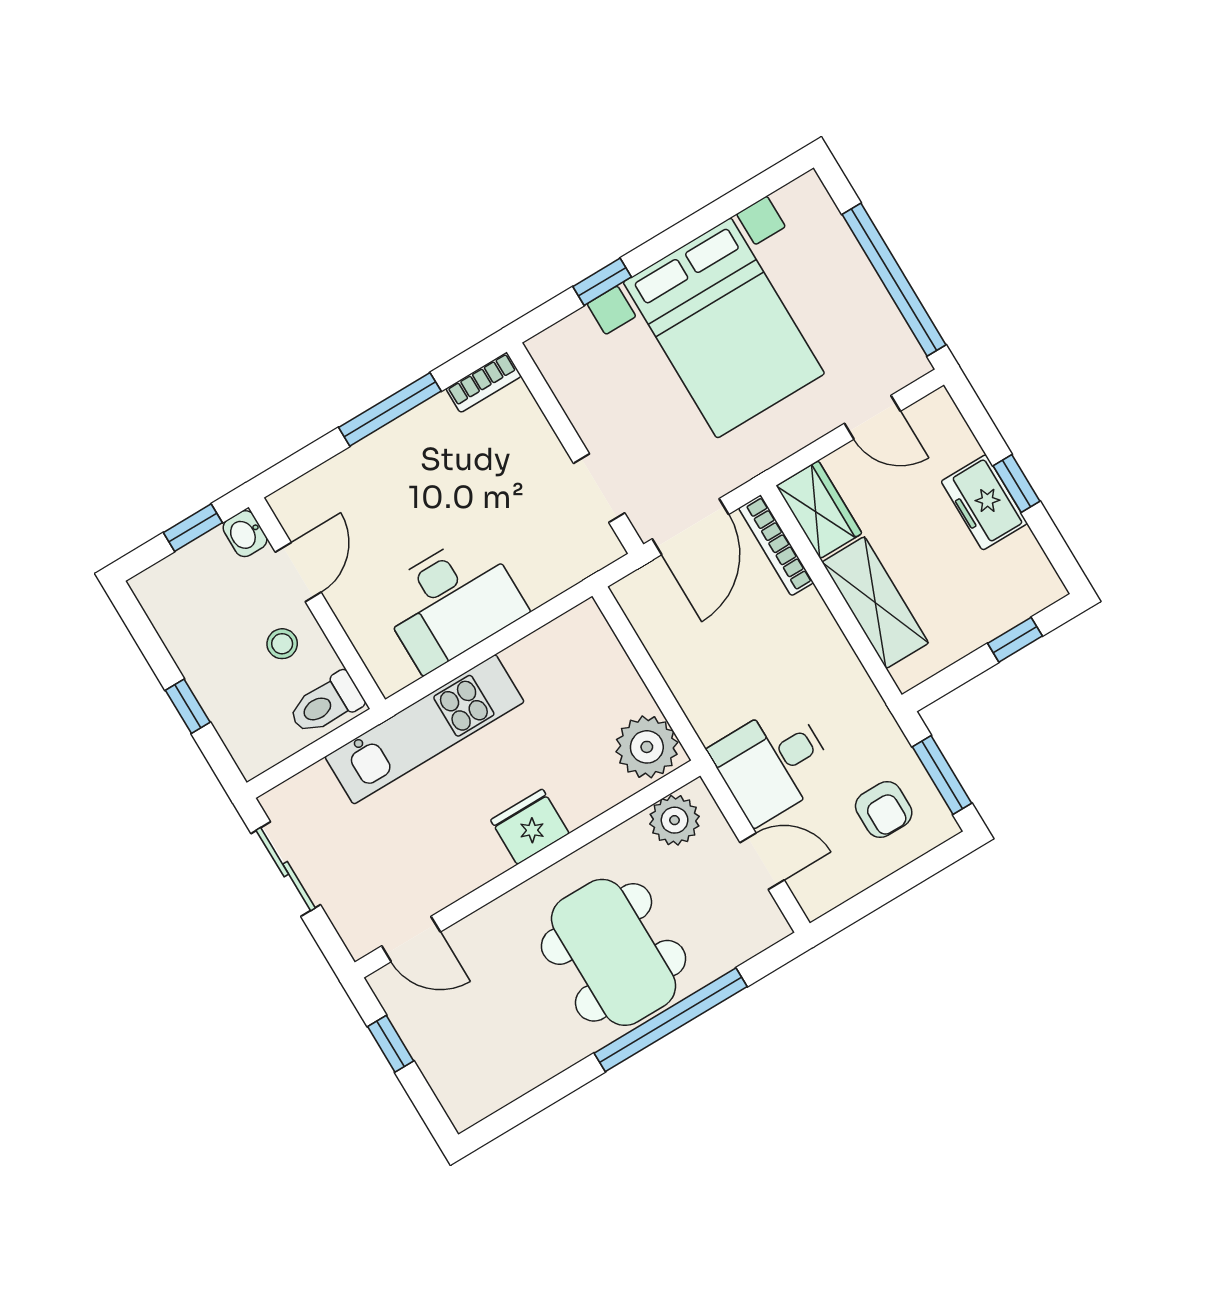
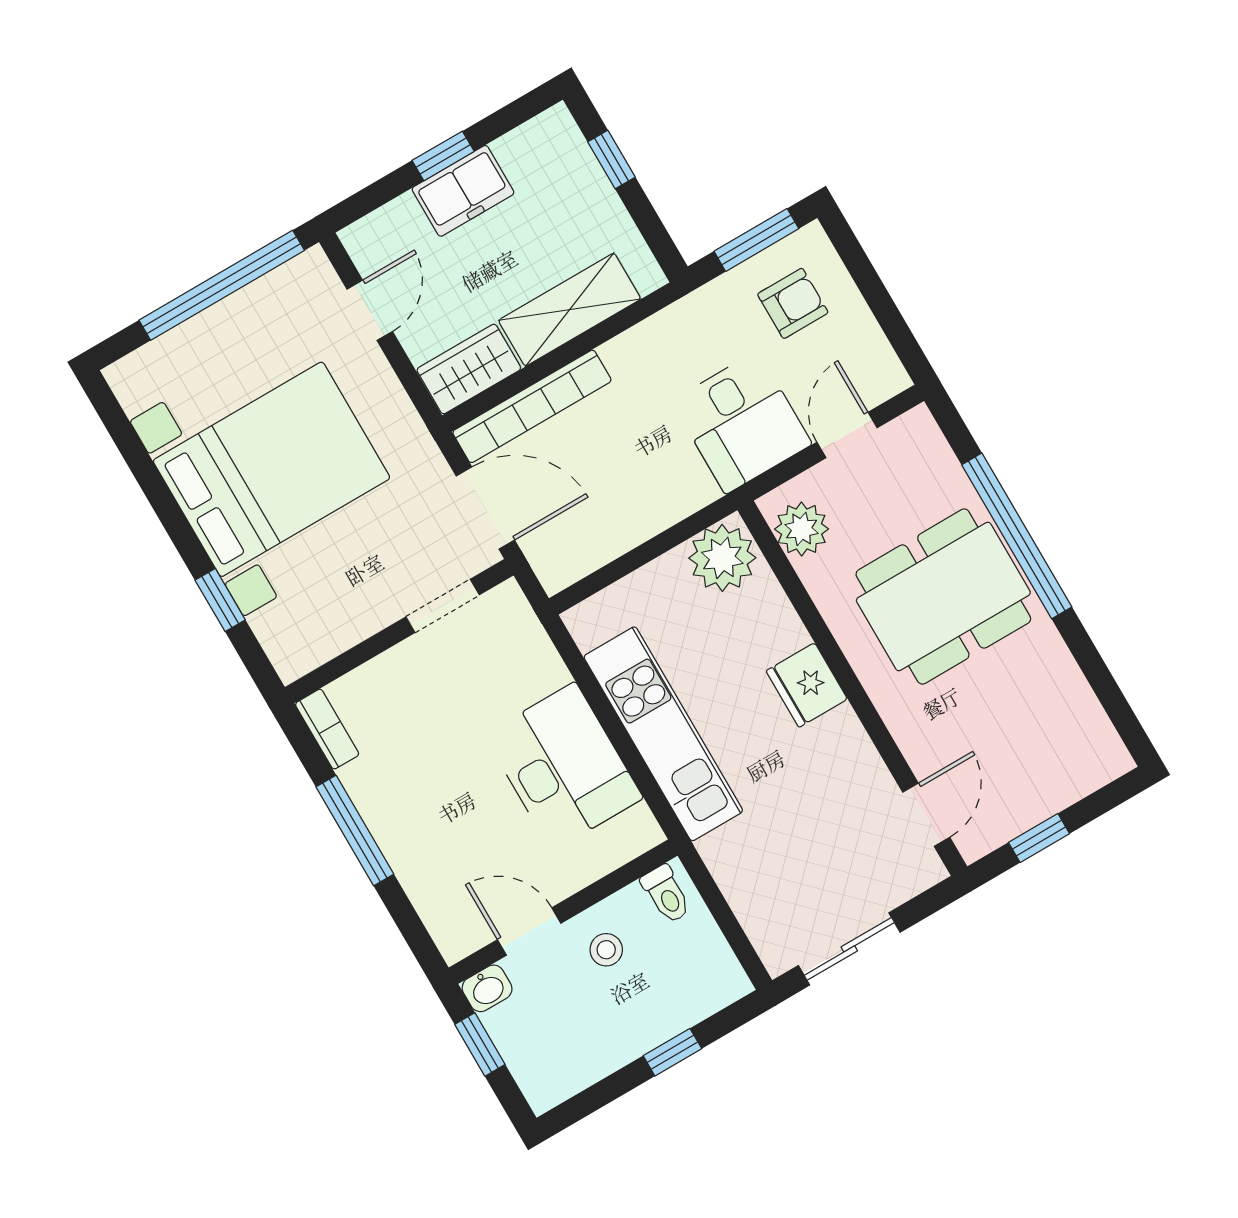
bookcase: (776, 545) -> (532, 406), width x1.48, depth x1.31
toilet: (326, 704) -> (666, 894), width x0.73, depth x0.72
kitchen unit: (425, 729) -> (663, 734), moved

